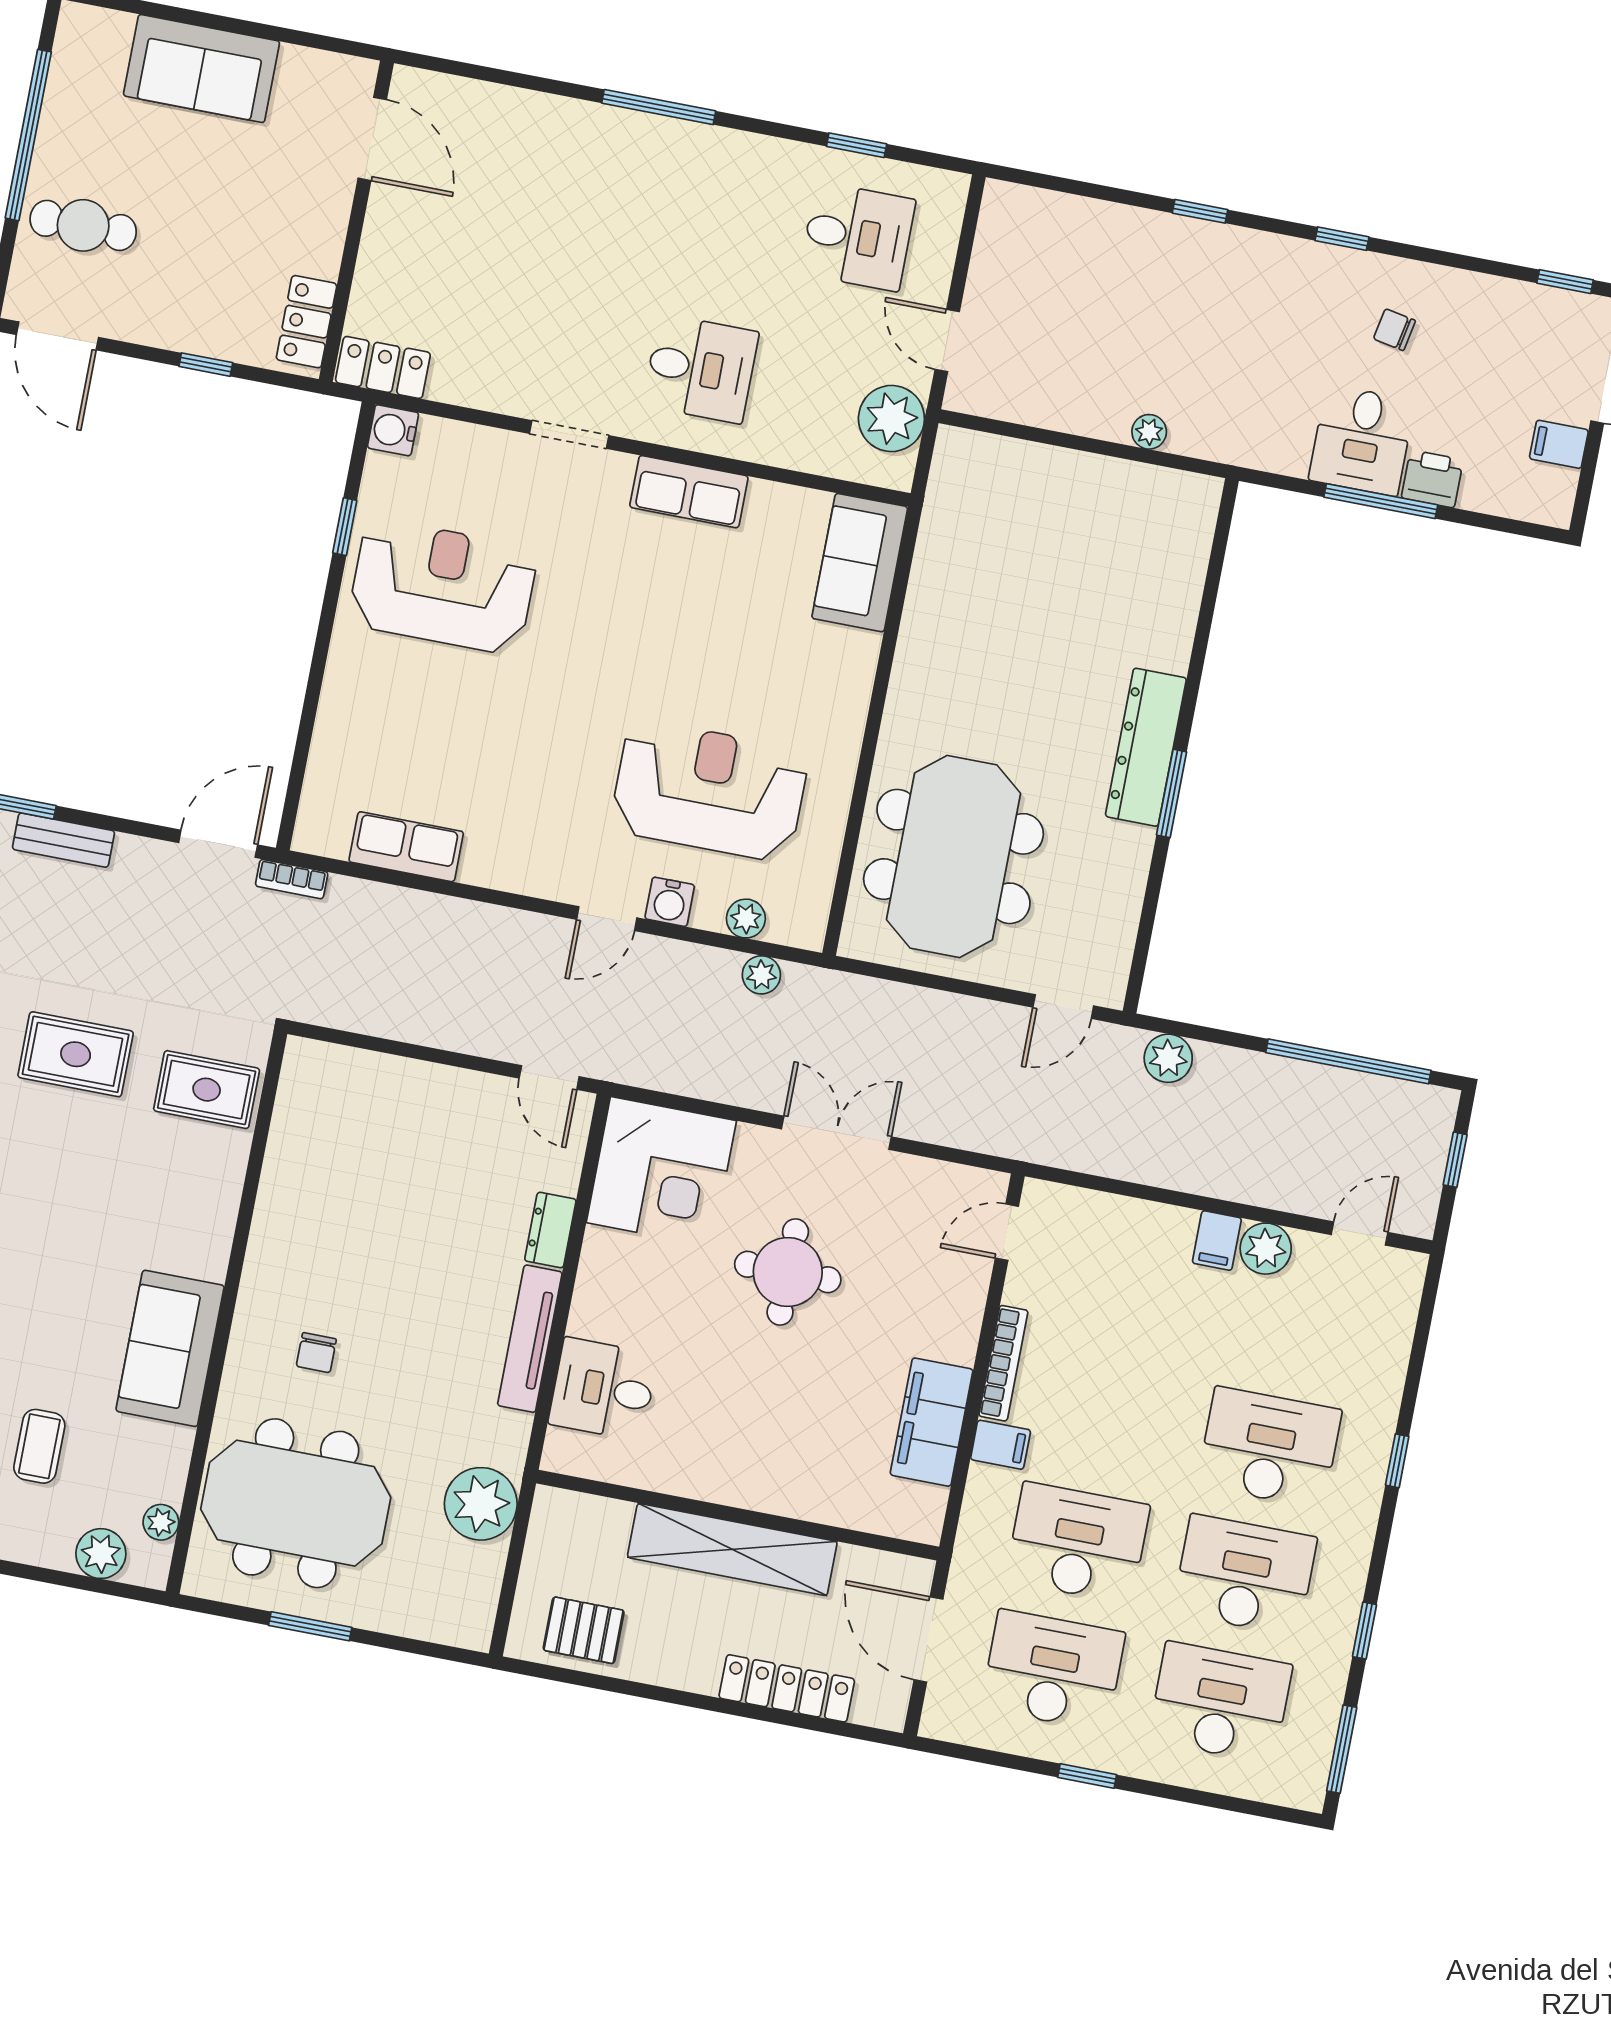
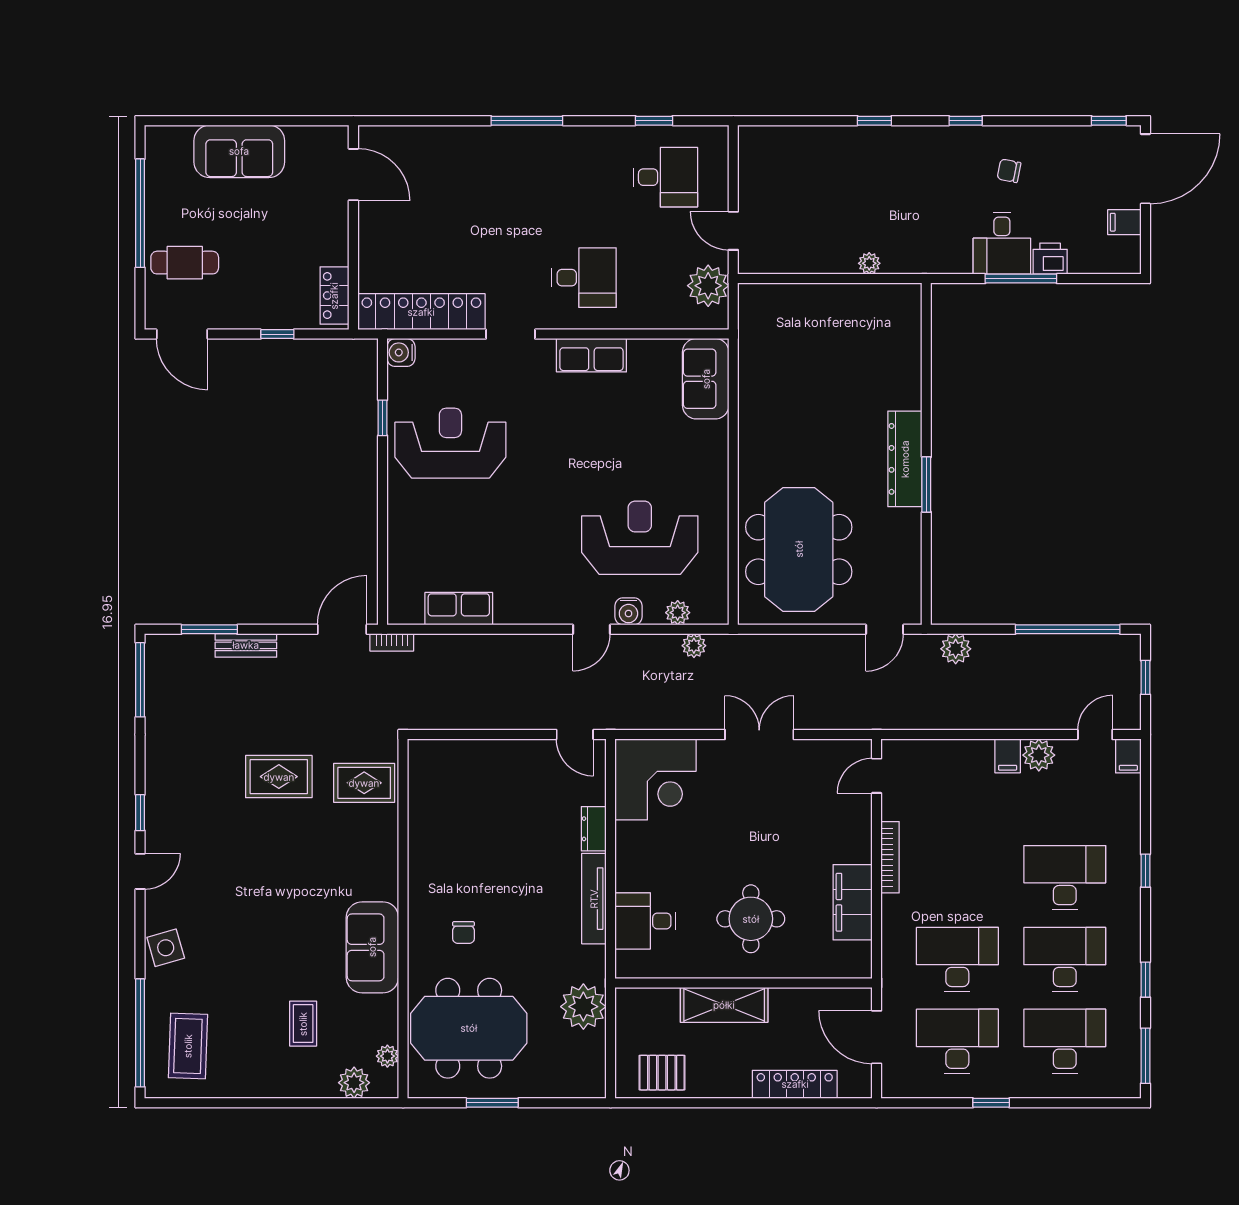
locker: (383, 367) -> (421, 312), width x2.16, depth x1.21
round table: (788, 1272) -> (751, 919), moved
filing cabinet: (1001, 1445) -> (1128, 756), moved, turned 90
shelving: (732, 1549) -> (724, 1005), width x0.68

